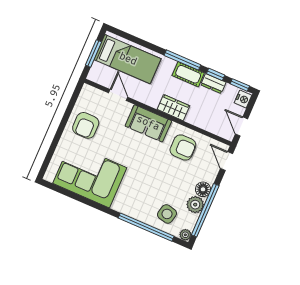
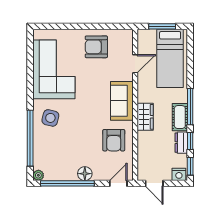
door: (241, 126) -> (154, 183), swing flipped
plant: (195, 205) -> (68, 173), removed
side table: (167, 214) -> (50, 118), moved

